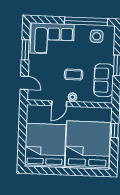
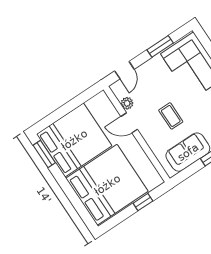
plant: (72, 97) -> (127, 103), moved
window: (40, 170) -> (44, 154), added

